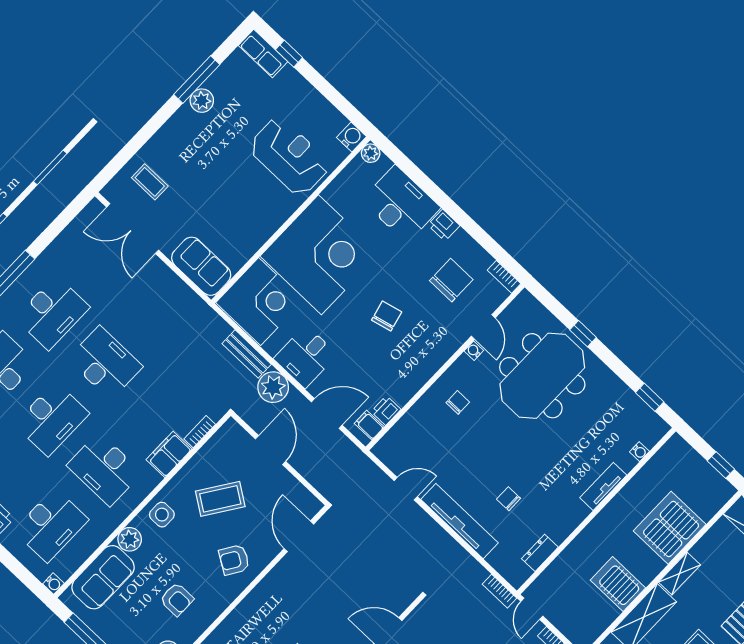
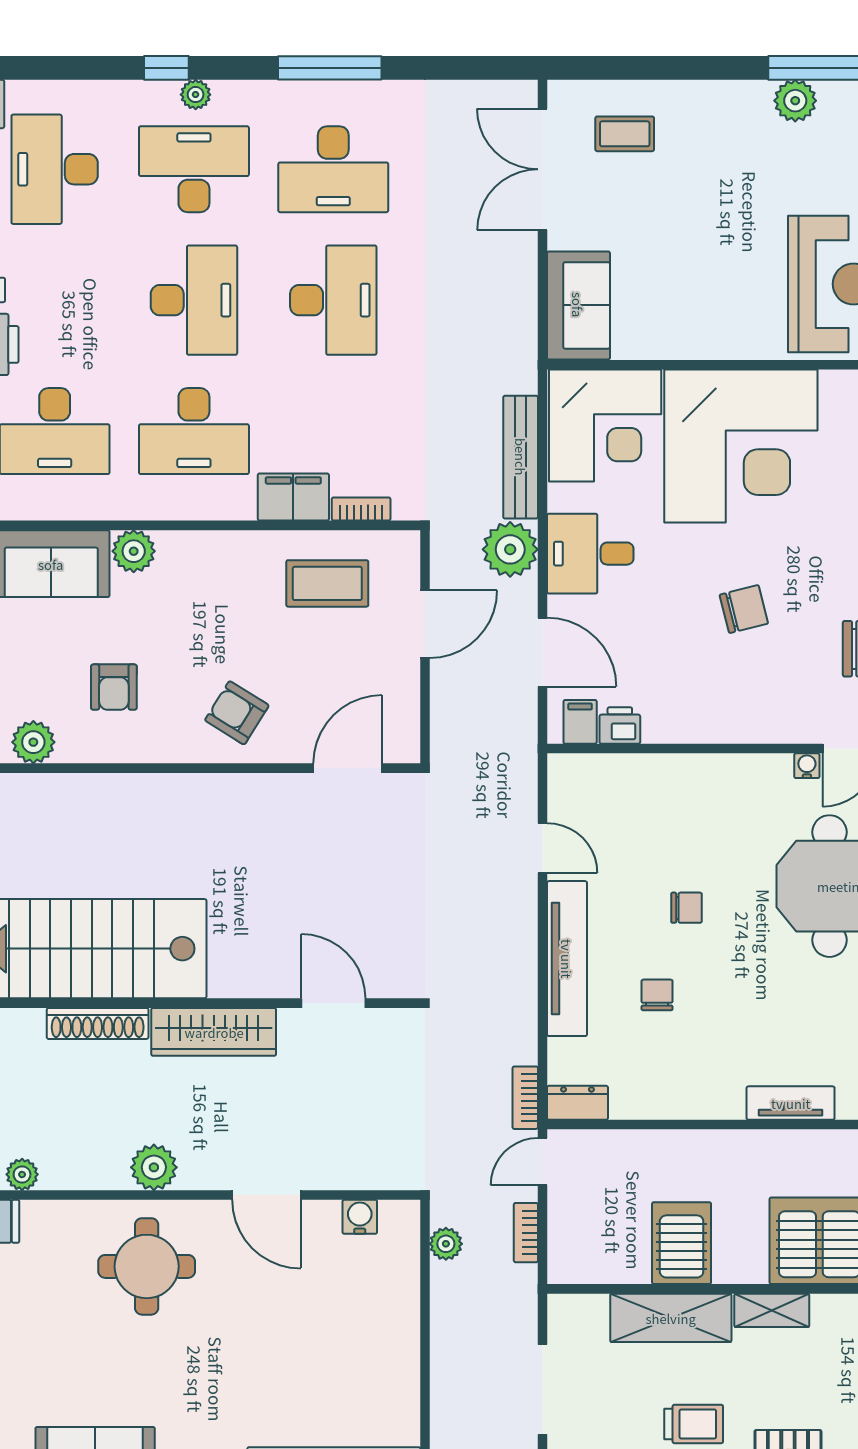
coffee table: (150, 182) -> (625, 134), turned 90
bench: (247, 354) -> (521, 457), width x1.36
chair: (458, 402) -> (687, 908), moved
desk: (52, 419) -> (194, 300), turned -90
desk: (104, 469) -> (194, 431), turned -90
coffee table: (220, 499) -> (327, 583), moved, turned -34
side table: (162, 515) -> (206, 563), removed
dresser: (540, 553) -> (577, 1103), moved

